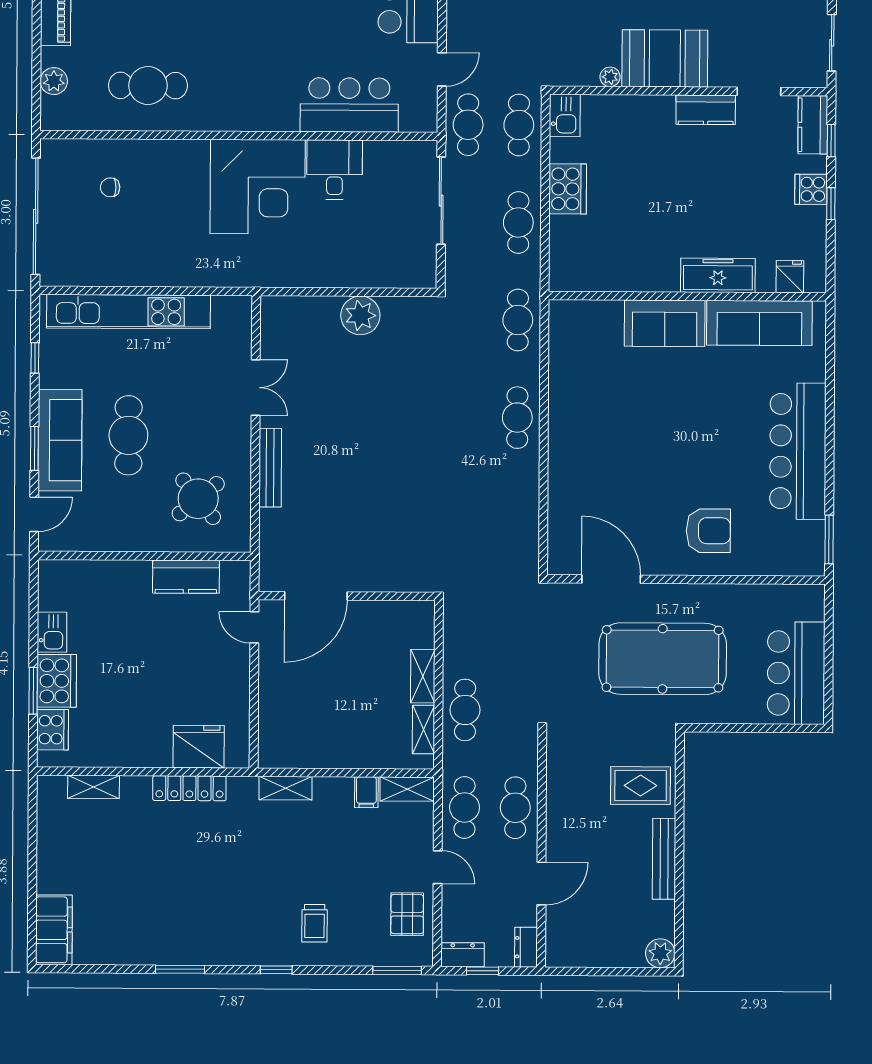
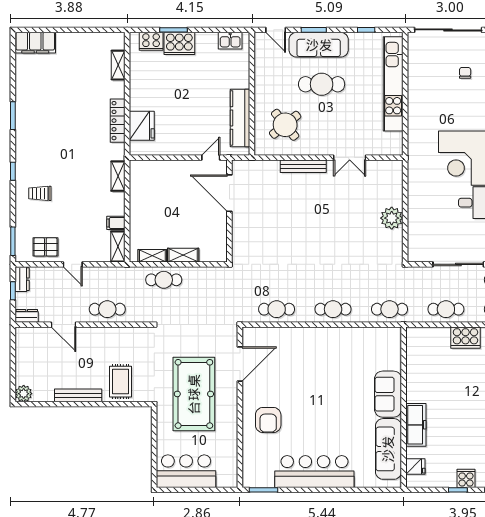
kitchen counter: (186, 577) -> (240, 118), width x1.50
kitchen sink: (52, 632) -> (230, 41), moved
cafe table: (465, 807) -> (277, 309), moved
door: (438, 867) -> (73, 264), hinge flipped

